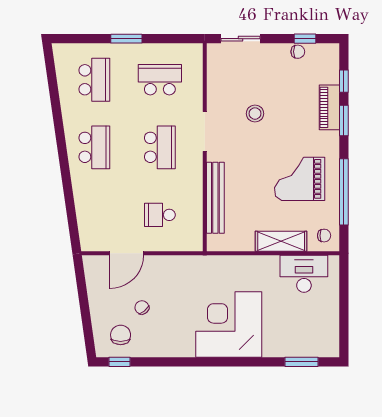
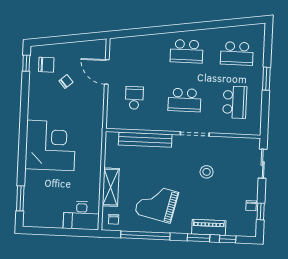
grand piano: (300, 179) -> (157, 203), turned -77
desk: (304, 274) -> (81, 215), moved, turned 90

